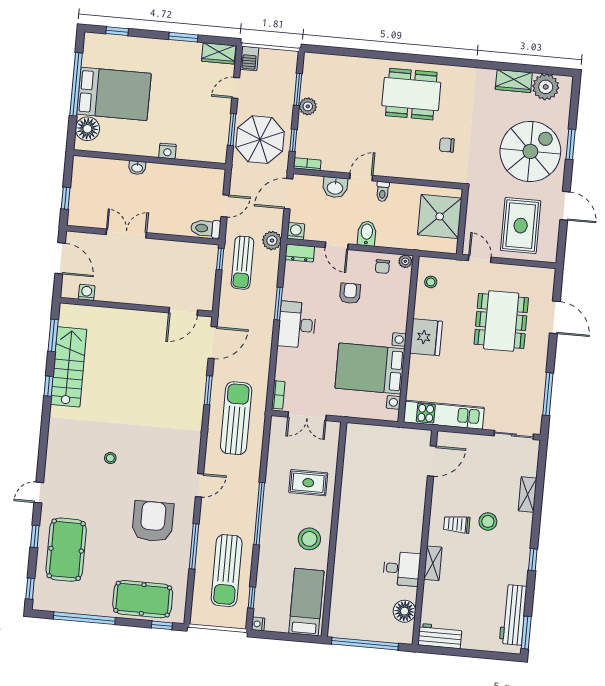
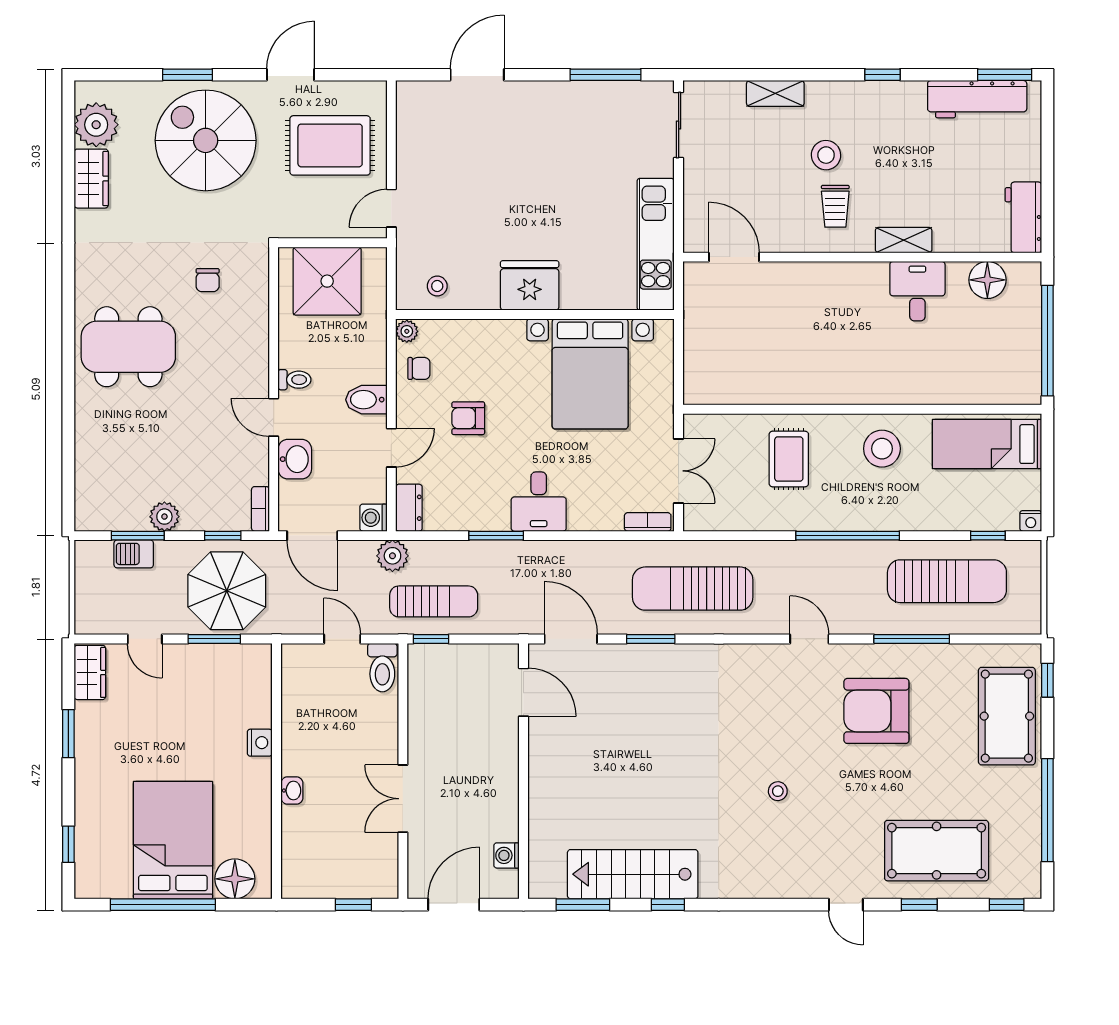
barbecue: (249, 59) -> (134, 554), moved, turned 180
dining table: (411, 94) -> (128, 347), turned 90
dining table: (501, 321) -> (491, 163), removed
desk: (297, 325) -> (539, 502), width x0.73

